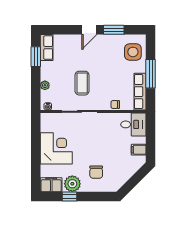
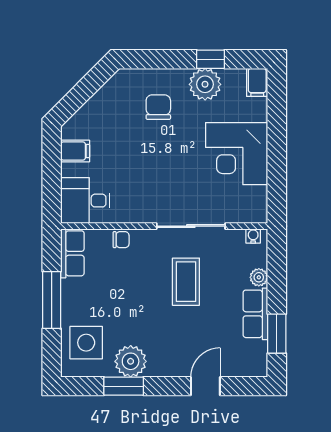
door: (89, 30) -> (205, 386), moved
plant: (110, 42) -> (131, 361), added
row of seats: (47, 48) -> (255, 314), moved
row of seats: (140, 92) -> (72, 253), width x0.68
filing cabinet: (51, 185) -> (257, 82), width x0.50

